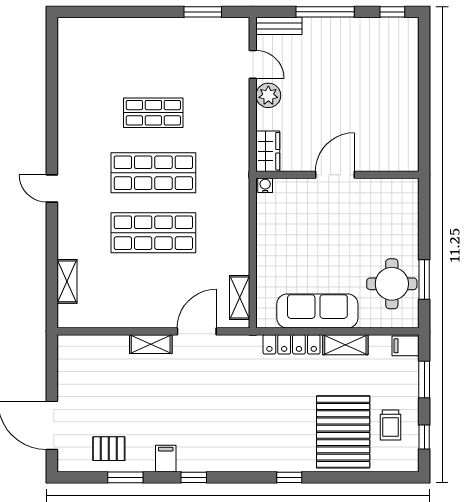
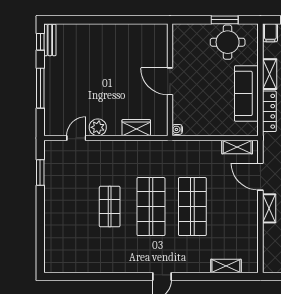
bench: (279, 26) -> (50, 40), moved
door: (335, 175) -> (170, 81), moved
wall: (337, 175) -> (170, 80), moved
water cooler: (265, 185) -> (177, 129), moved

